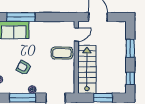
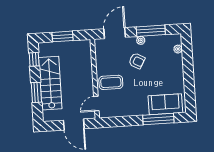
armchair: (24, 68) -> (137, 61), moved
stairs: (87, 69) -> (50, 83), moved, turned 180

